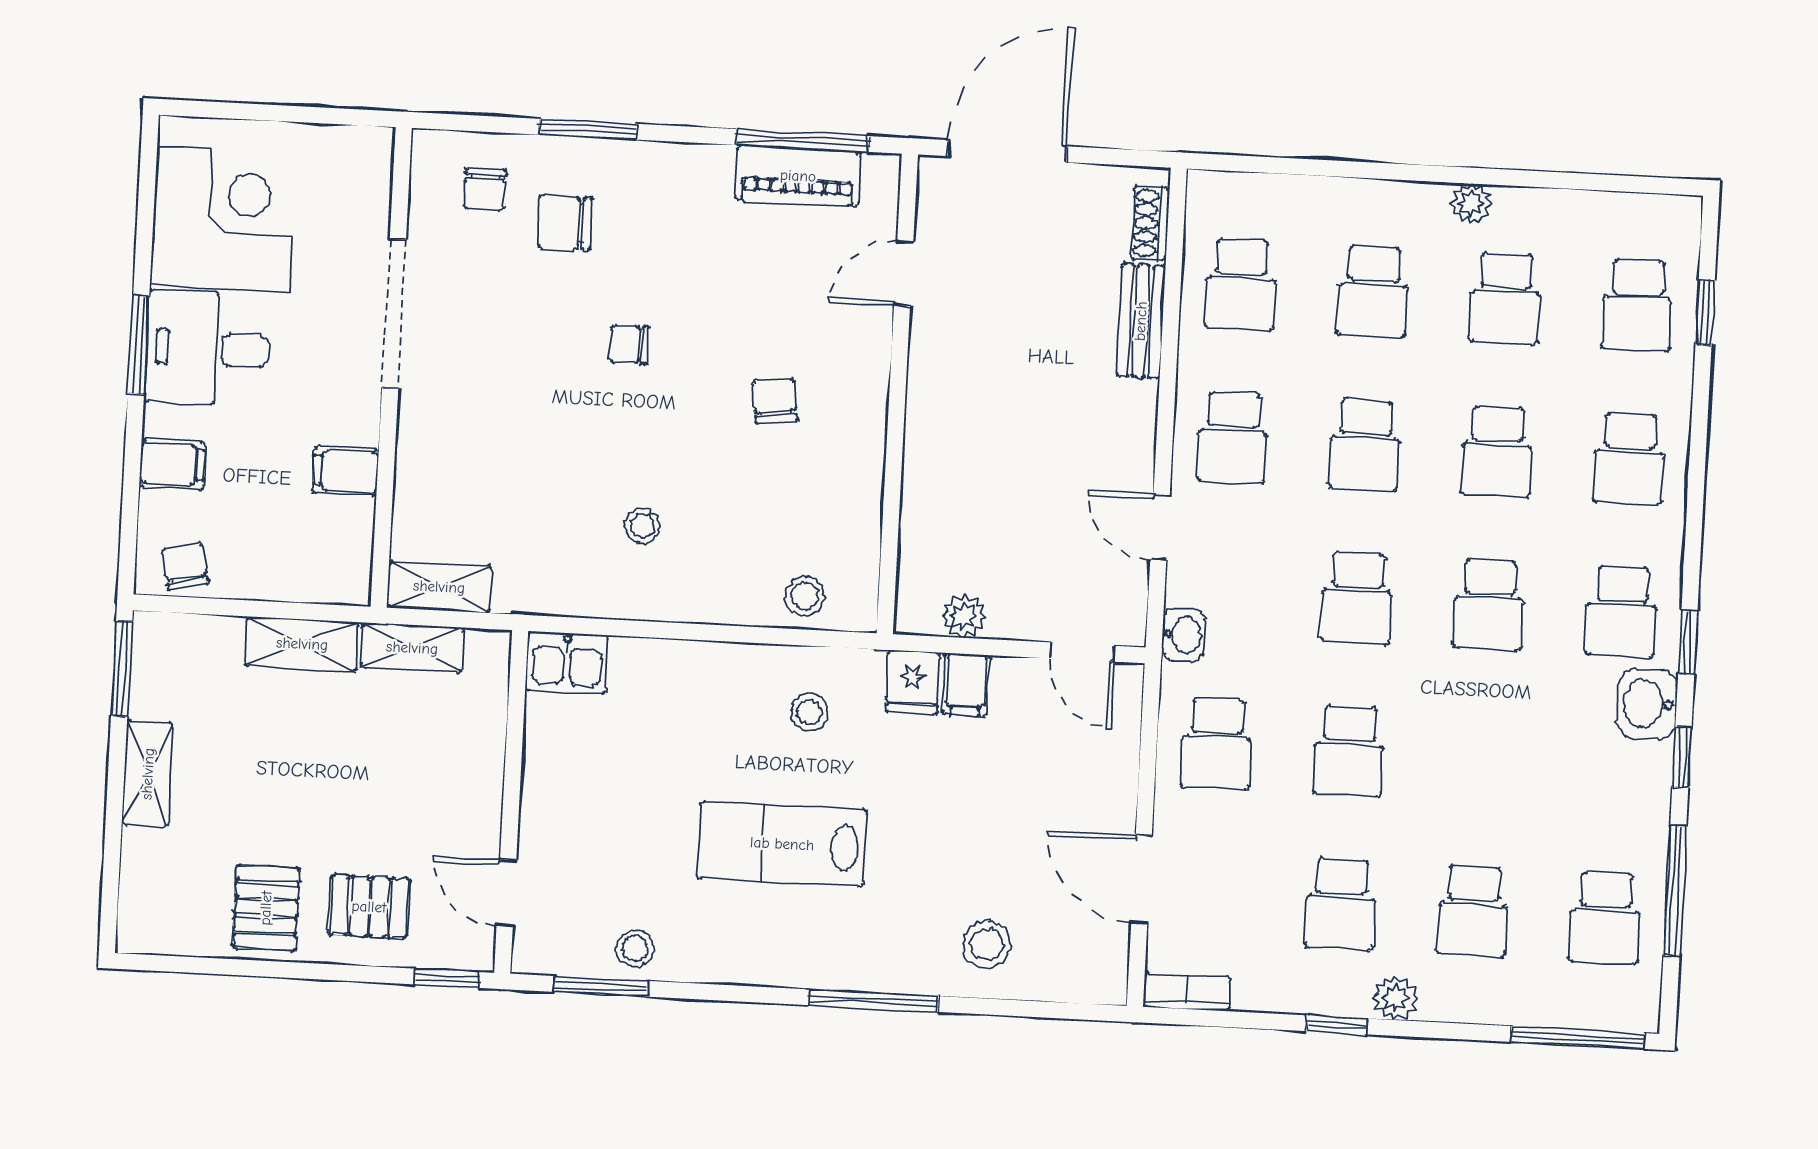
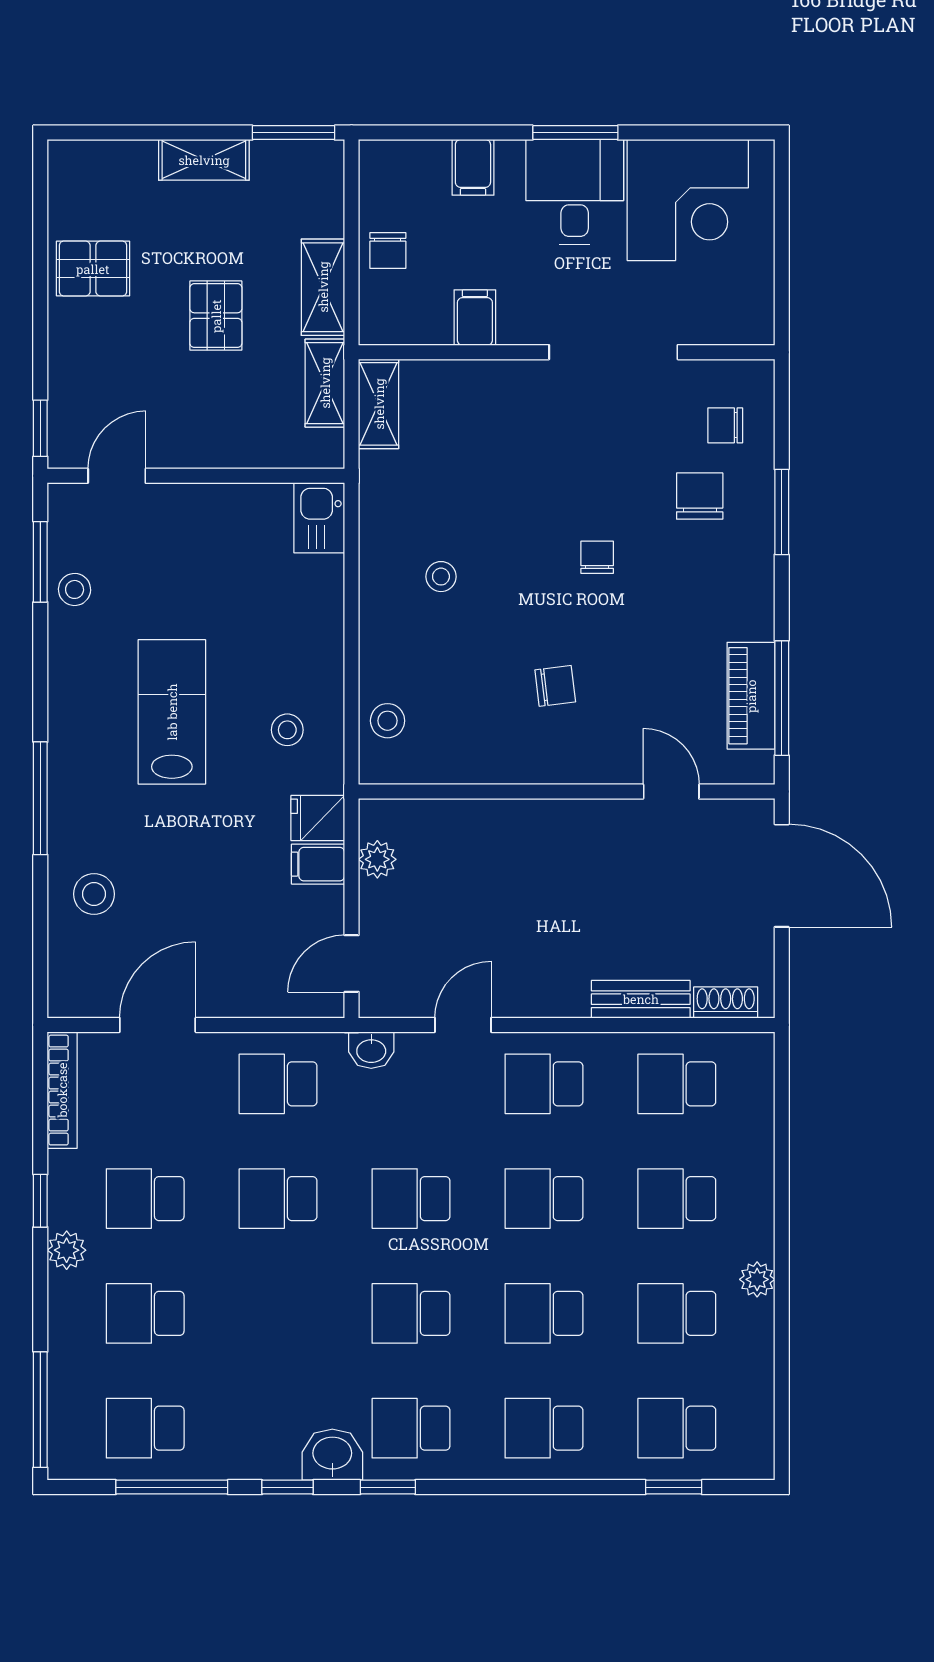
chair: (185, 567) -> (388, 250), moved, turned 102
pallet: (369, 907) -> (216, 316), moved
bookcase: (1187, 992) -> (62, 1090), width x1.56

